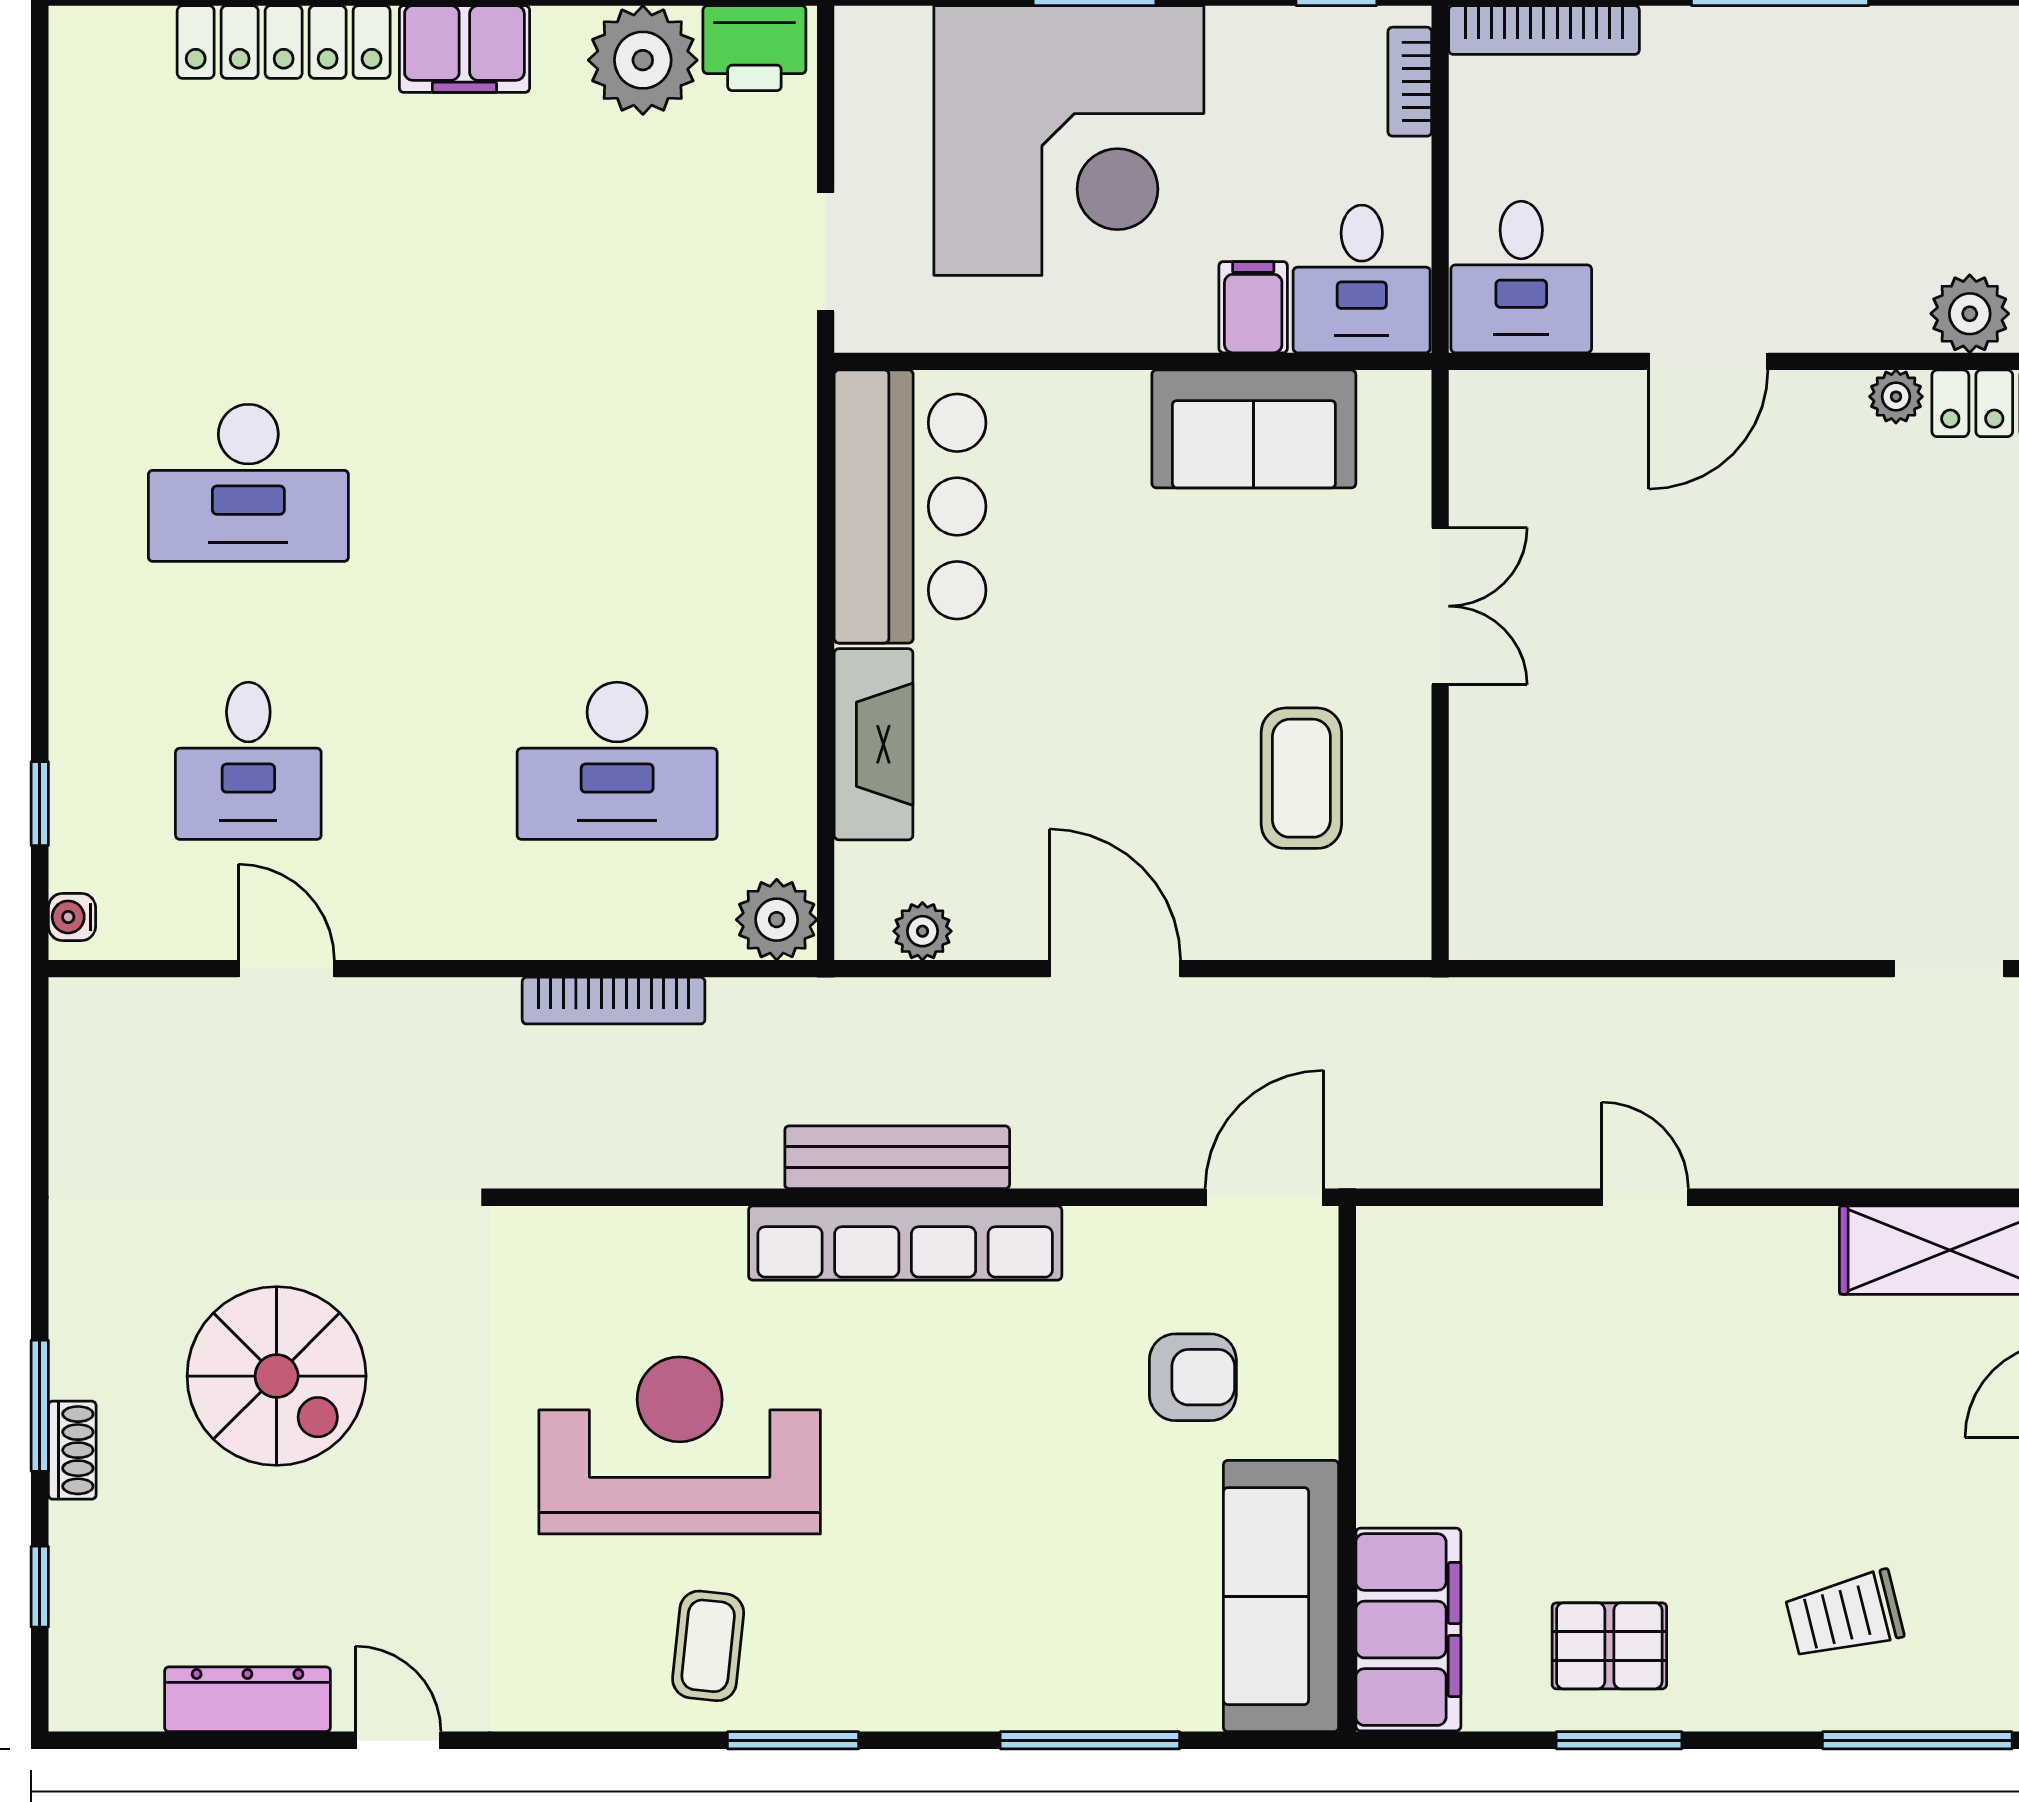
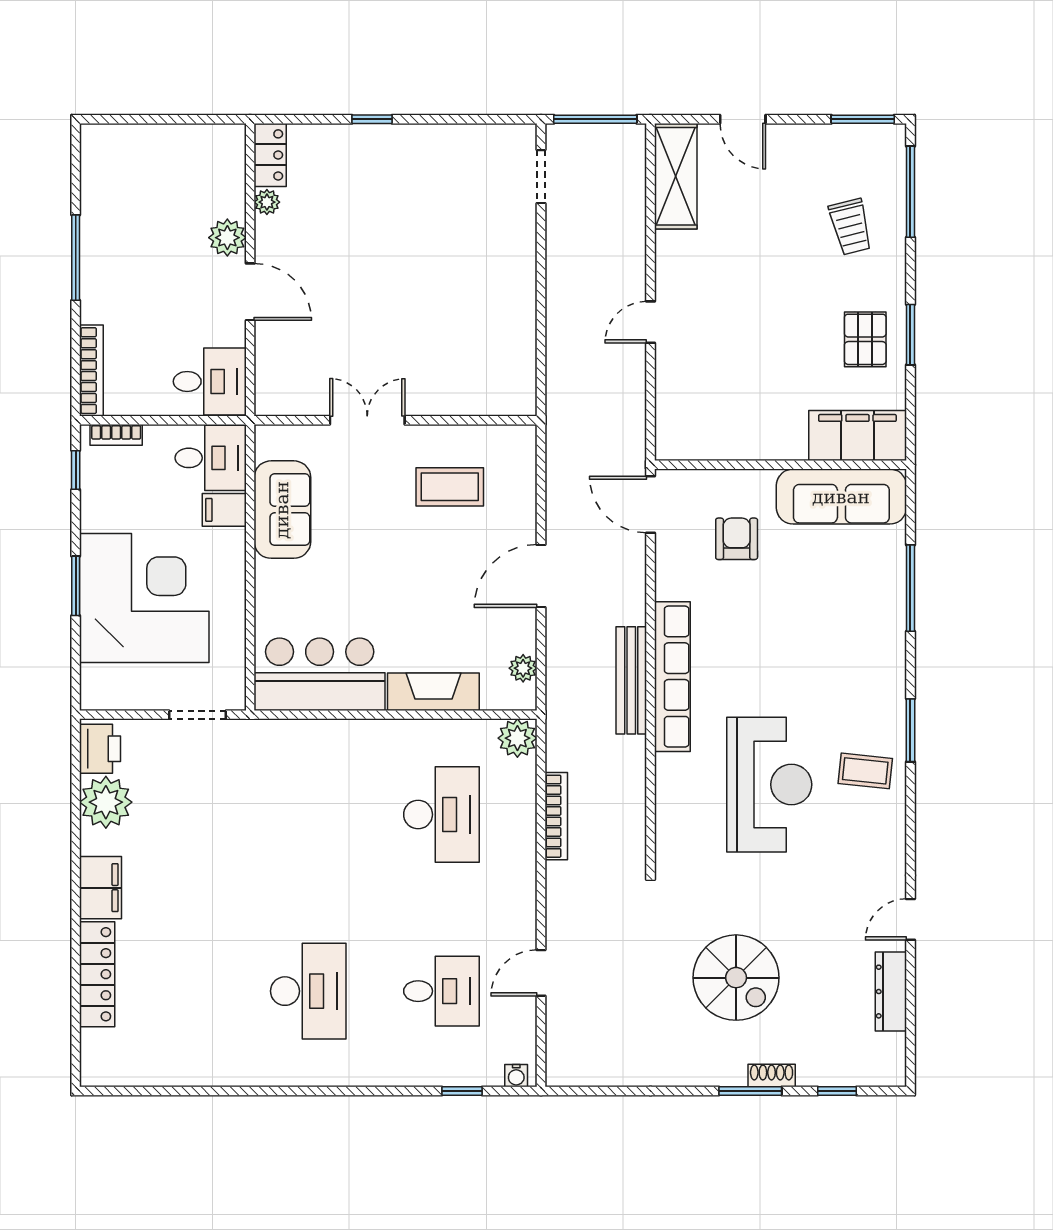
plant: (1970, 314) -> (227, 238), moved
spiral stairs: (277, 1376) -> (736, 978), turned 90
reception desk: (680, 1445) -> (769, 785), turned 180

